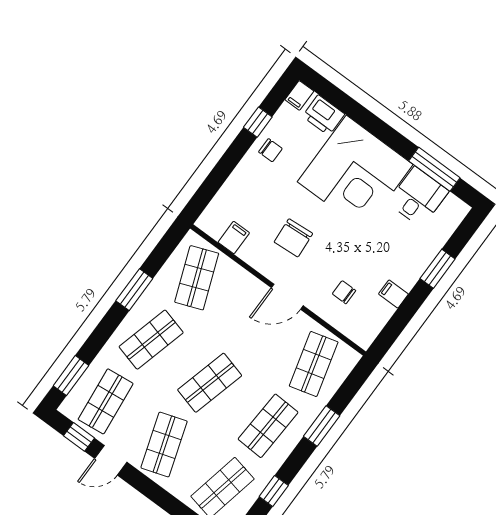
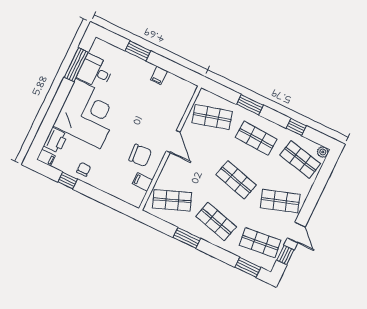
chair: (293, 238) -> (140, 155), moved
chair: (344, 292) -> (164, 107), removed

